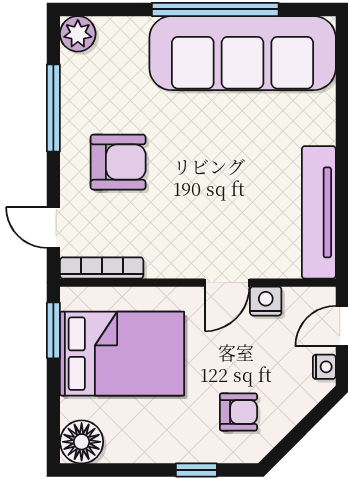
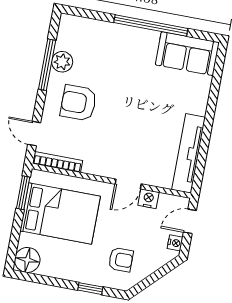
plant: (78, 34) -> (62, 62), moved
sofa: (243, 53) -> (187, 54), width x0.54, depth x0.79
armchair: (118, 162) -> (78, 103), turned 180

